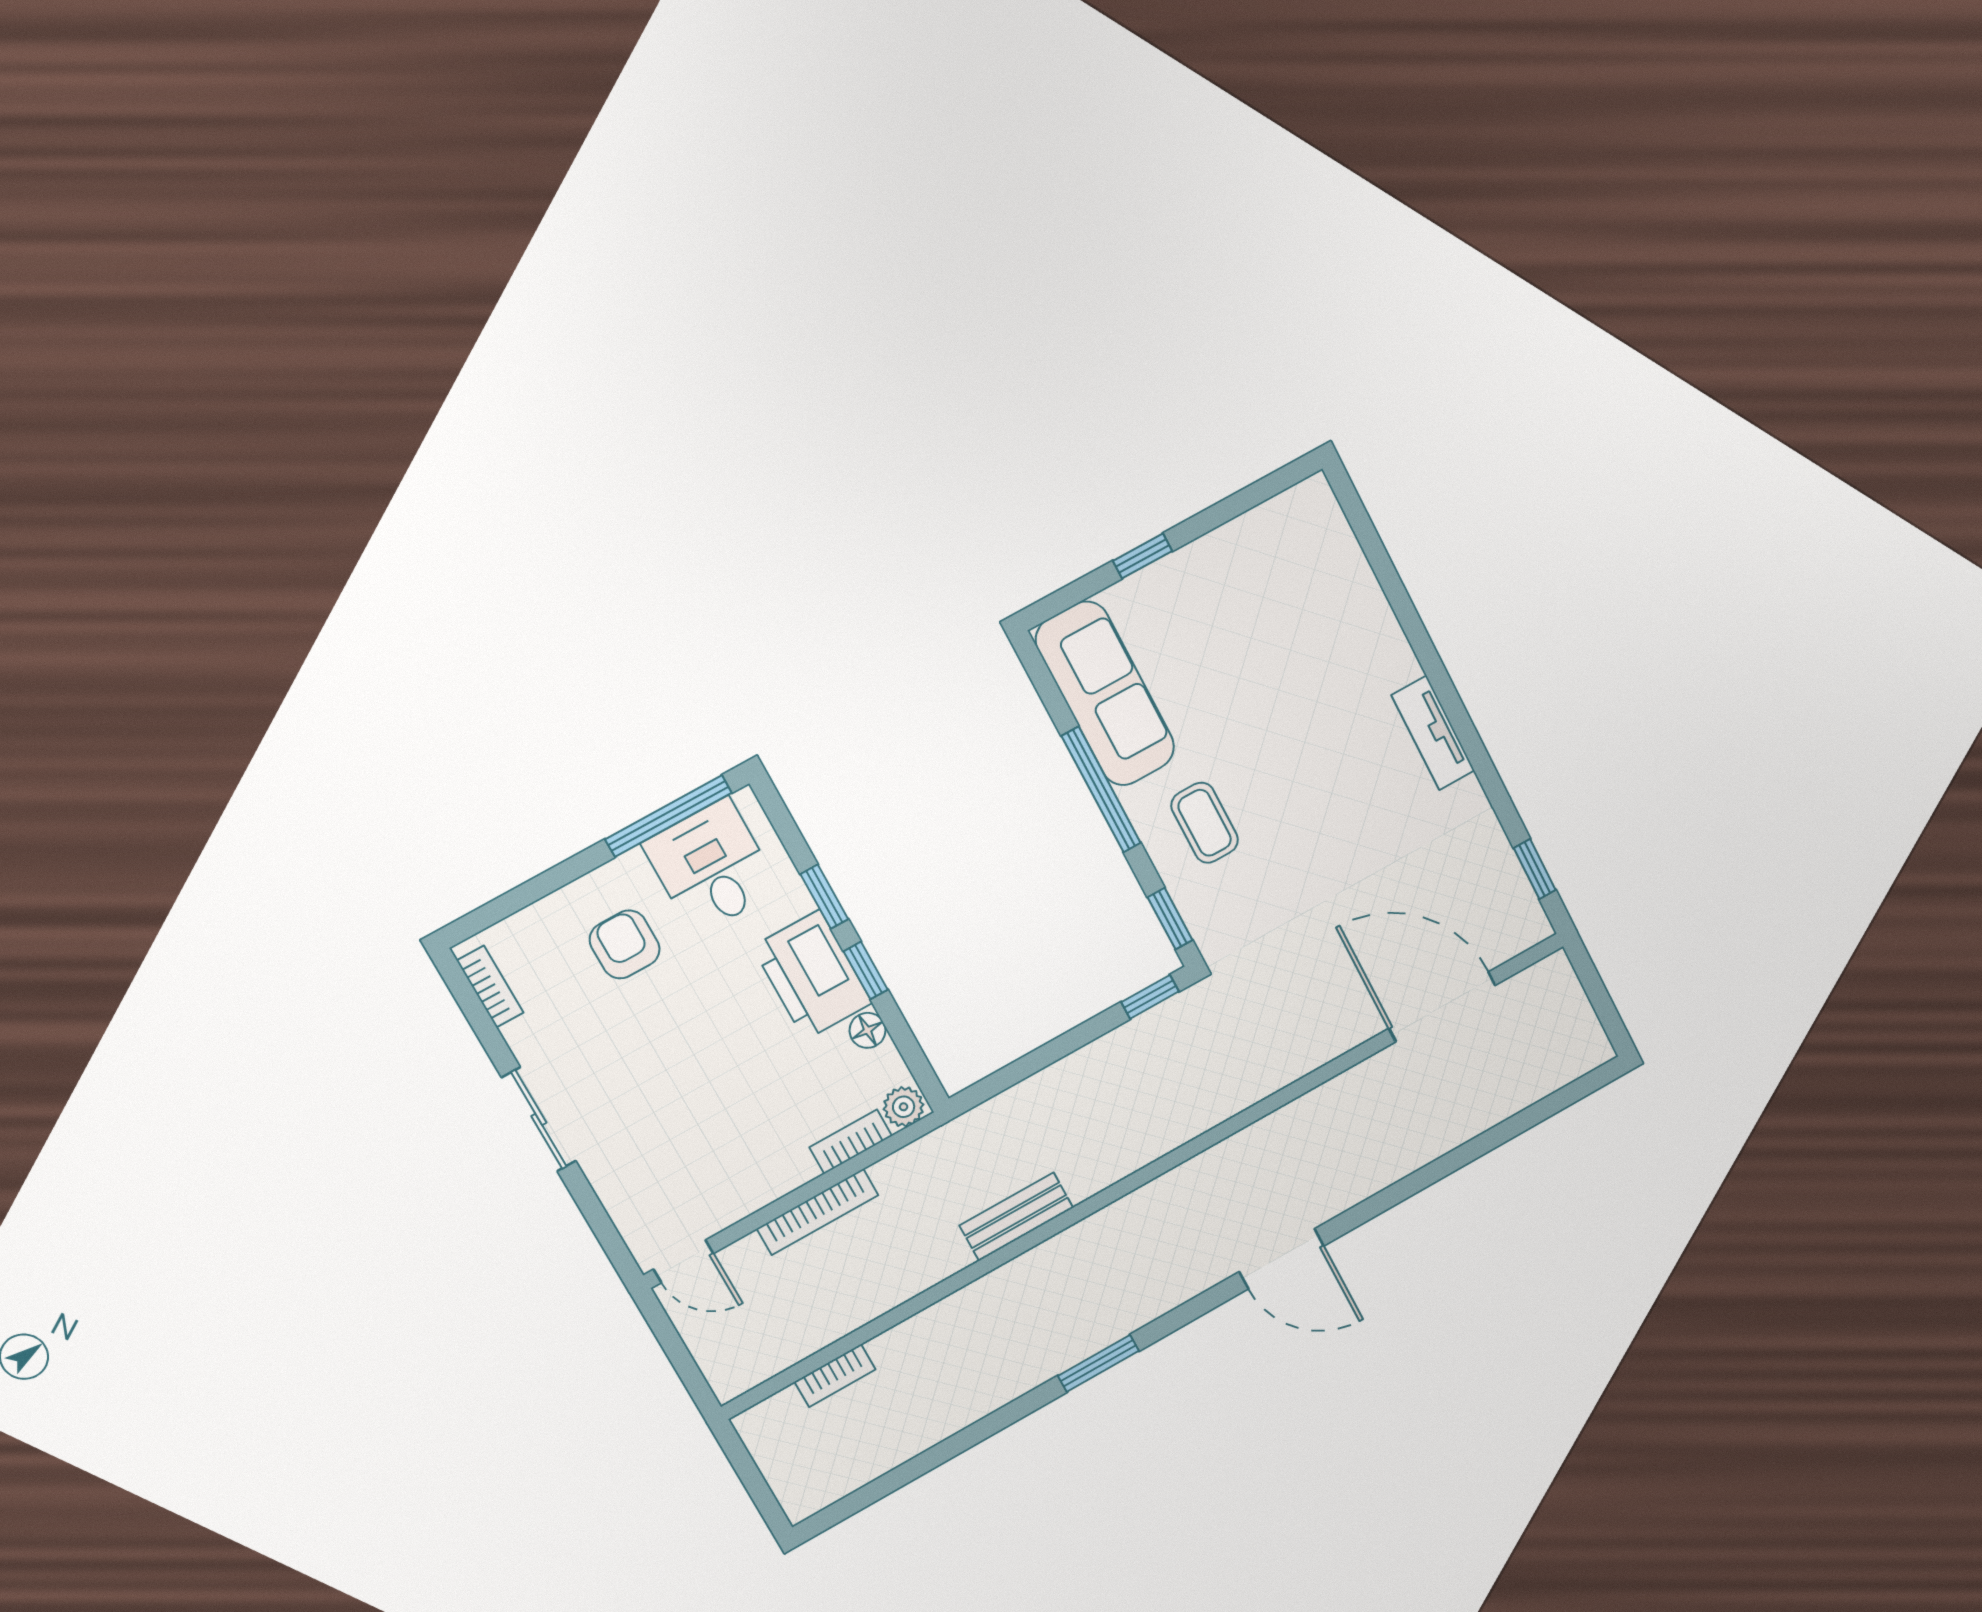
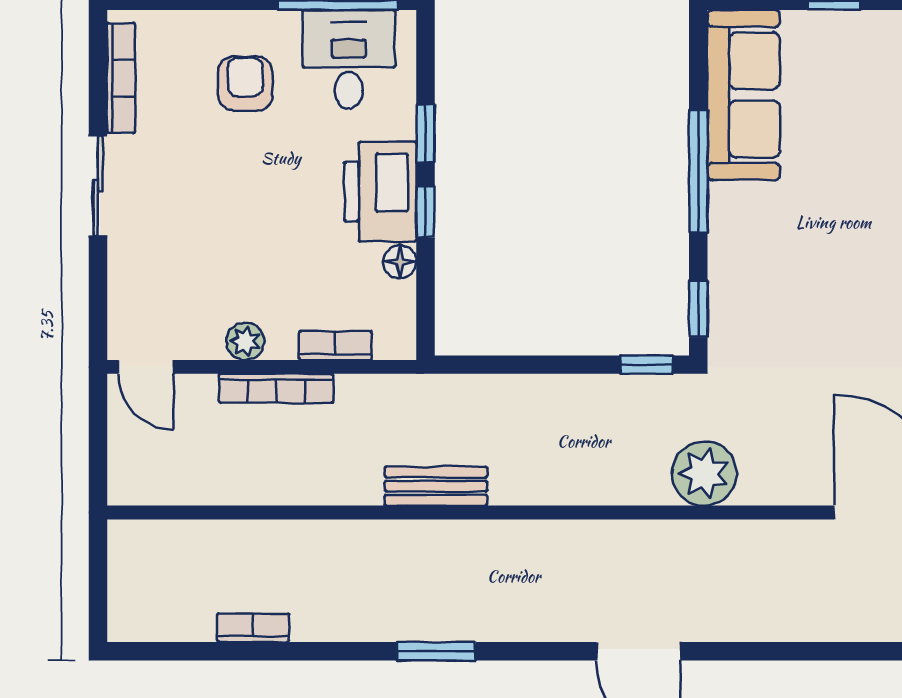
coffee table: (1205, 823) -> (770, 245), removed
bookcase: (490, 987) -> (121, 78), width x1.56
plant: (1256, 1066) -> (704, 473), added
plant: (904, 1107) -> (245, 341), moved
bookcase: (835, 1376) -> (253, 628), moved, turned 180

